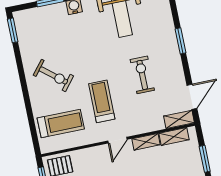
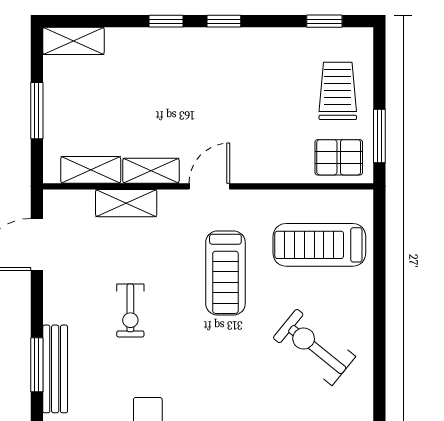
bench: (172, 41) -> (55, 369), added
exercise bike: (142, 75) -> (130, 311), width x0.73, depth x0.72
shelving: (179, 119) -> (126, 203), moved

